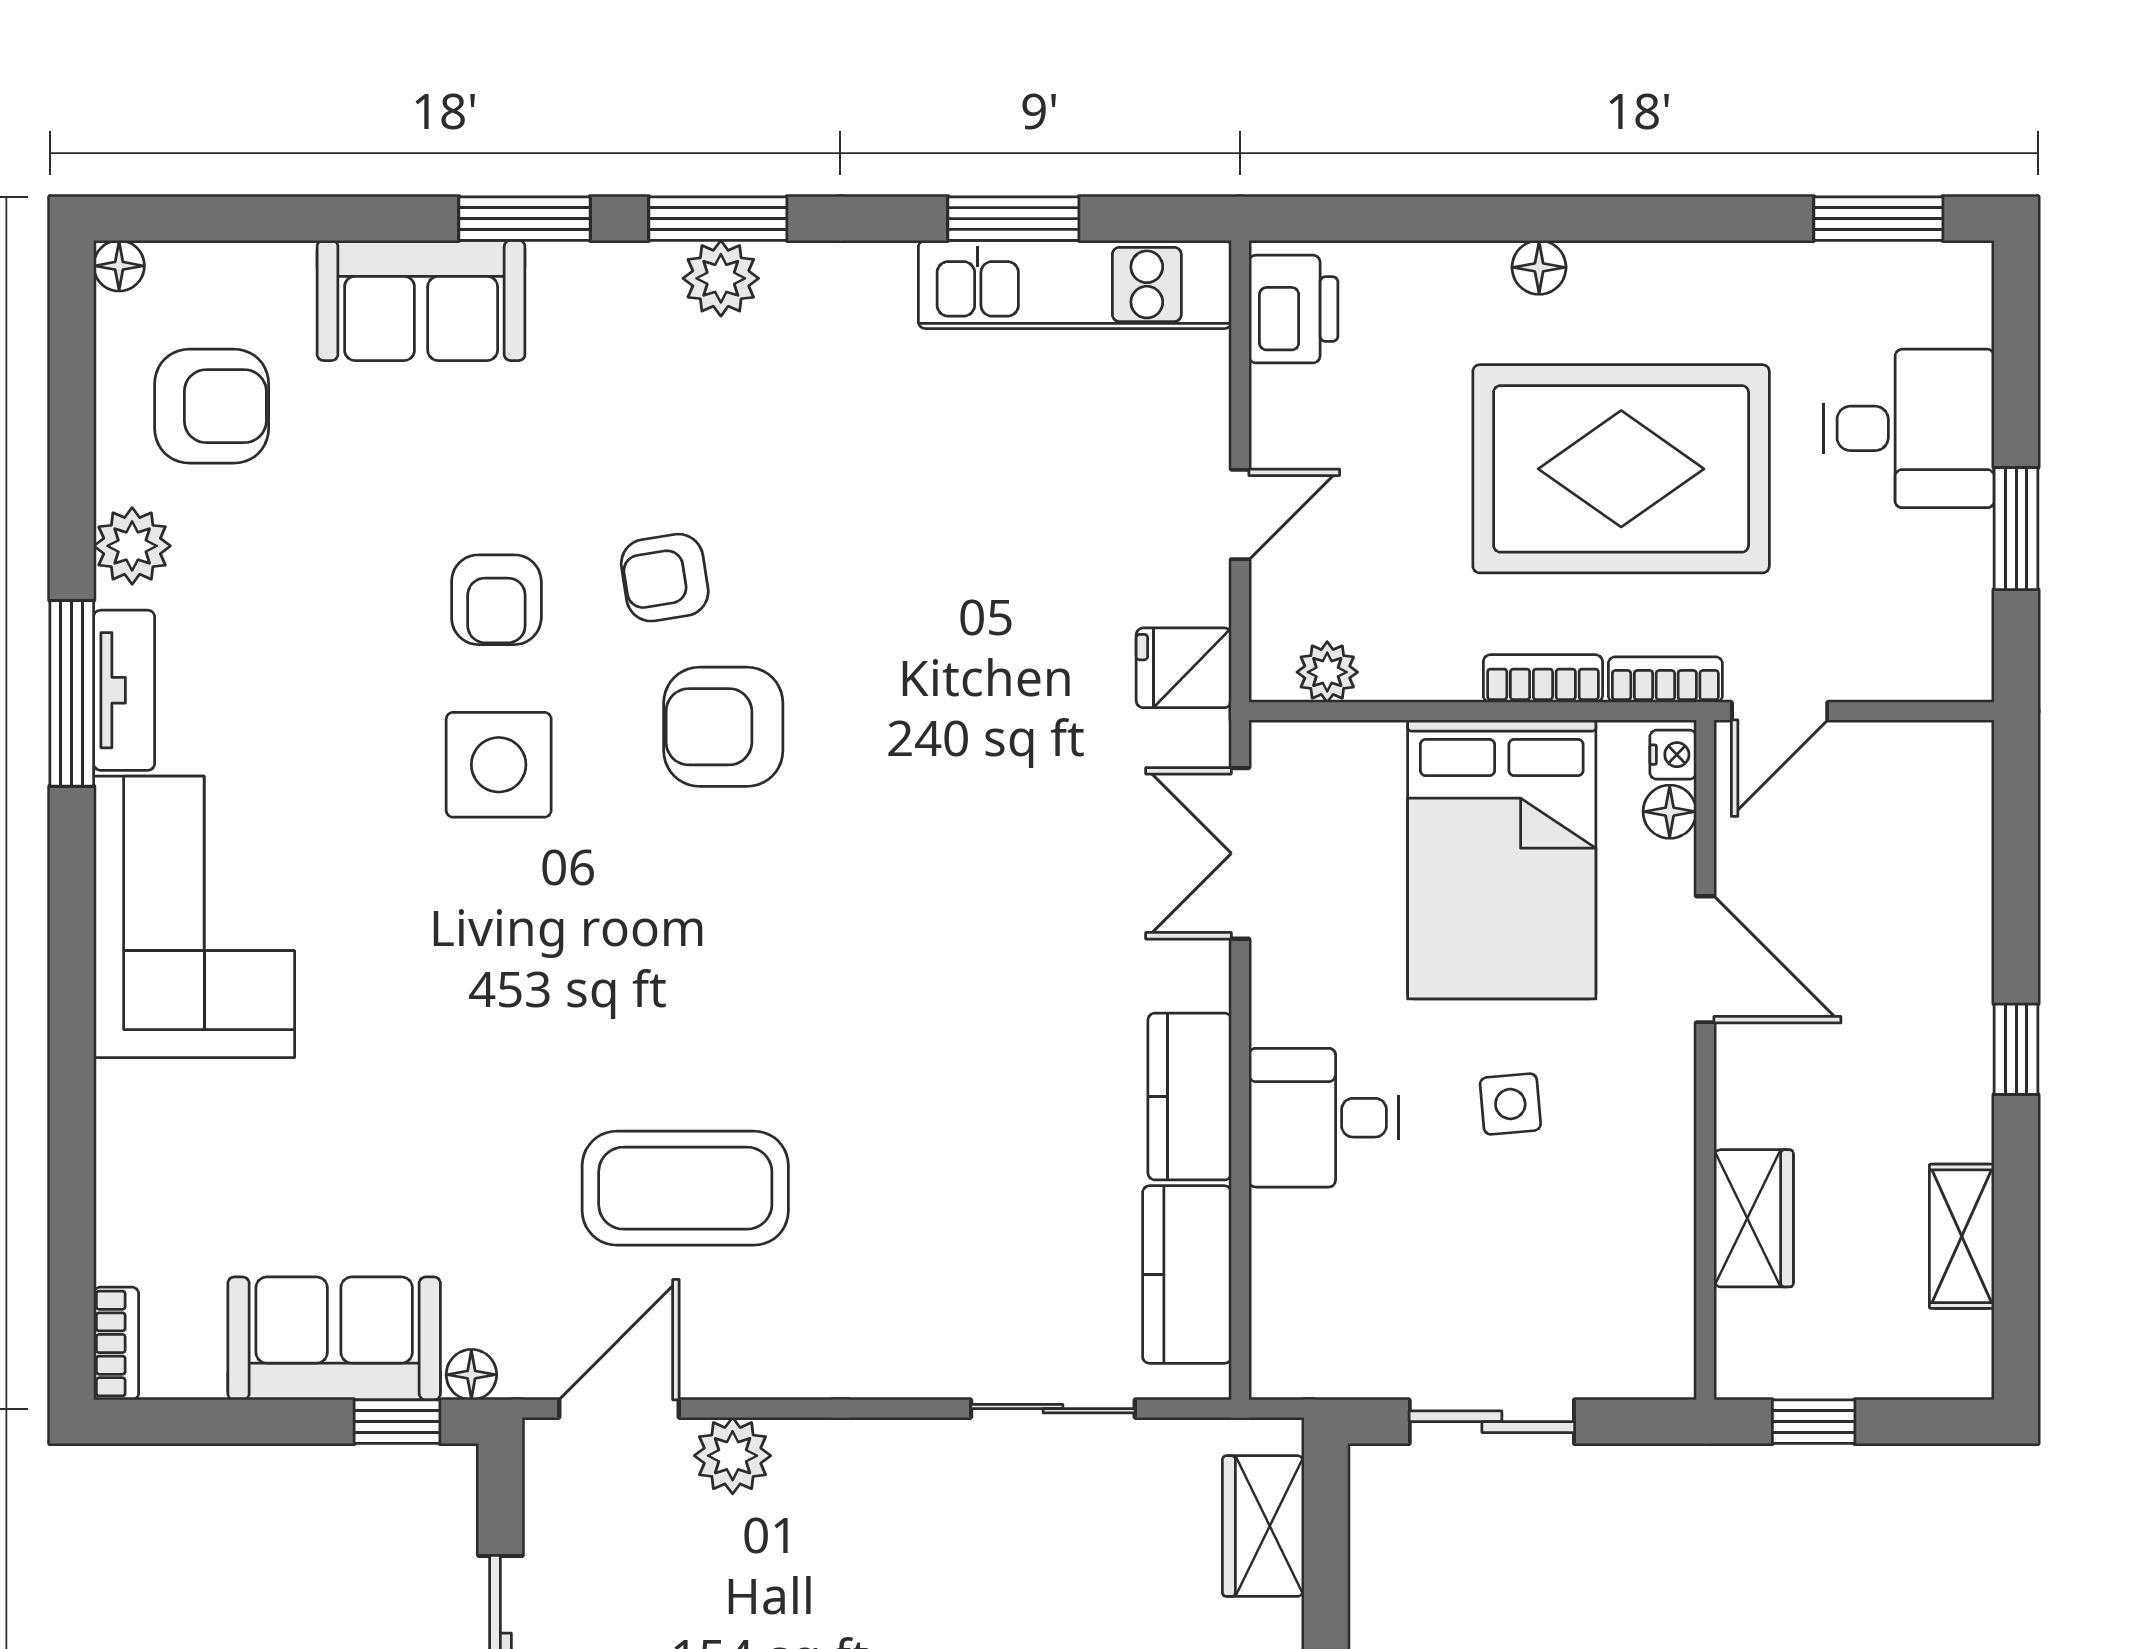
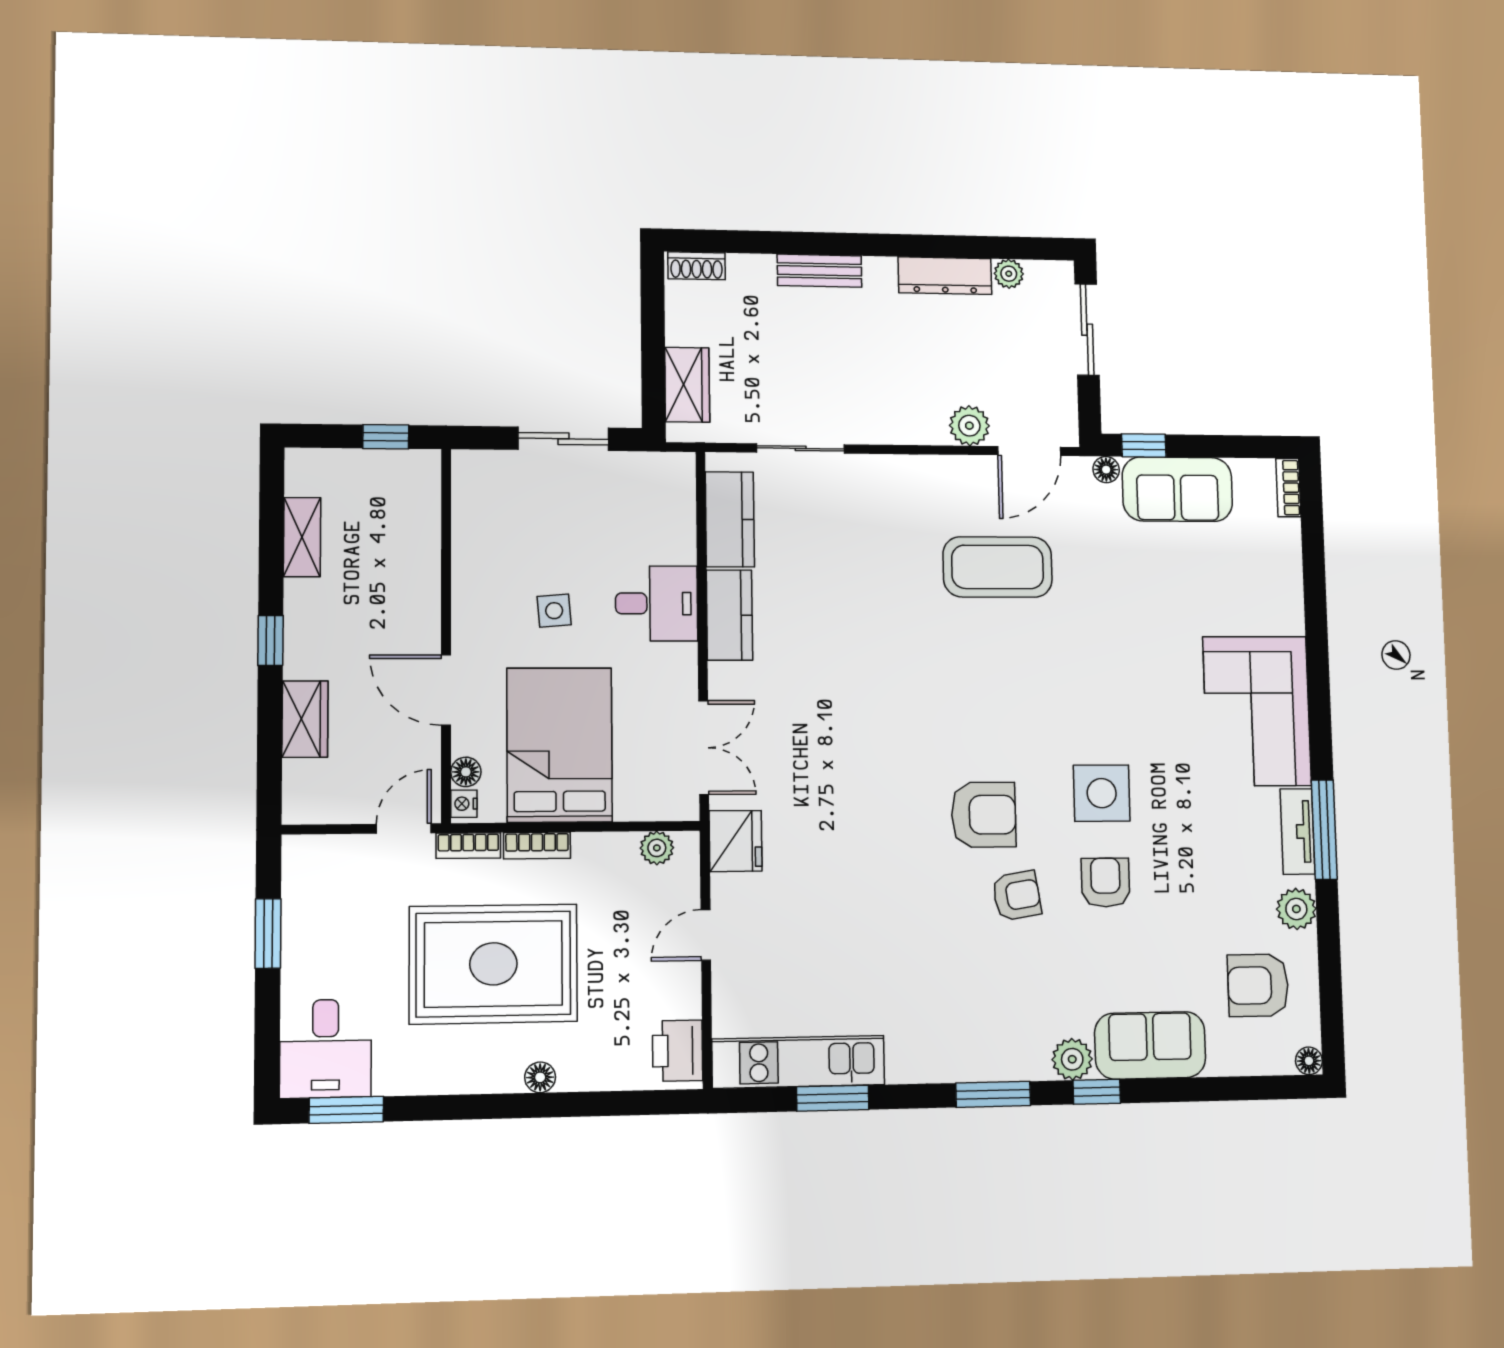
window: (525, 219) -> (1097, 1092), width x0.67
plant: (721, 278) -> (1072, 1059), moved
desk: (1909, 428) -> (325, 1049), moved, turned -90
fridge: (1184, 668) -> (736, 841), width x1.38
wardrobe: (1754, 1218) -> (305, 719), moved, turned 180

